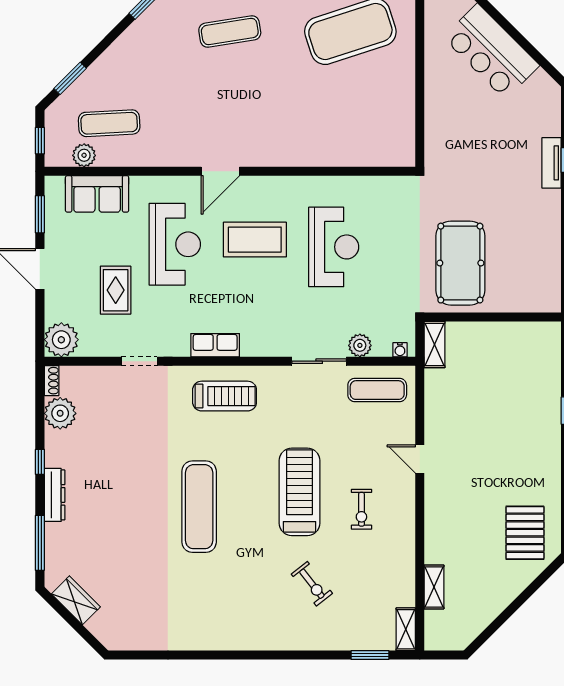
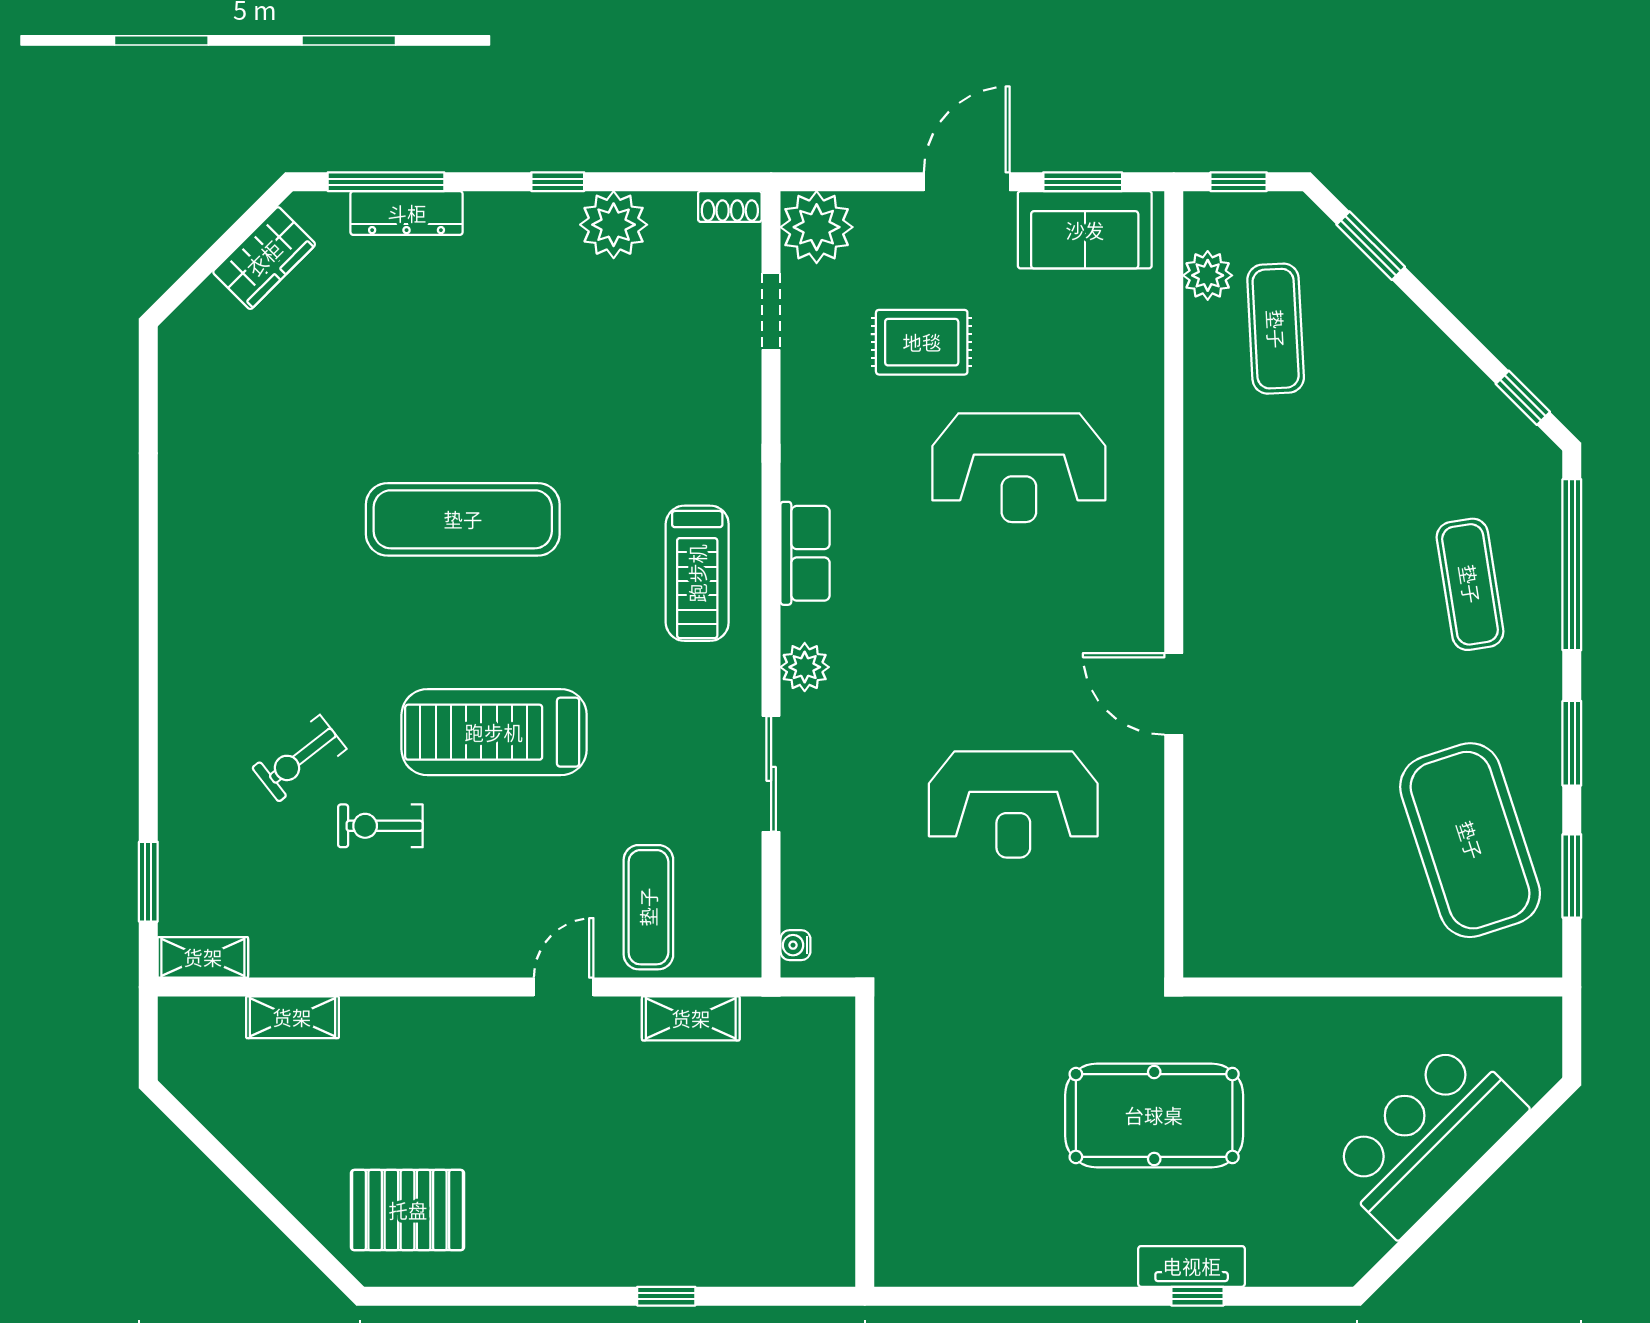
door: (220, 171) -> (1174, 694), moved
sofa: (97, 194) -> (1085, 230), moved, turned -90
coffee table: (255, 240) -> (1029, 637), removed
pool table: (460, 263) -> (1154, 1115), moved
shelving: (435, 344) -> (691, 1018), moved
plant: (360, 345) -> (805, 667), moved
doorway: (139, 361) -> (771, 312), moved
exercise mat: (377, 390) -> (648, 907), moved
plant: (60, 413) -> (614, 225), moved
treadmill: (300, 492) -> (494, 732), turned 180
dresser: (55, 495) -> (407, 213), moved
exercise bike: (361, 509) -> (380, 826), moved

